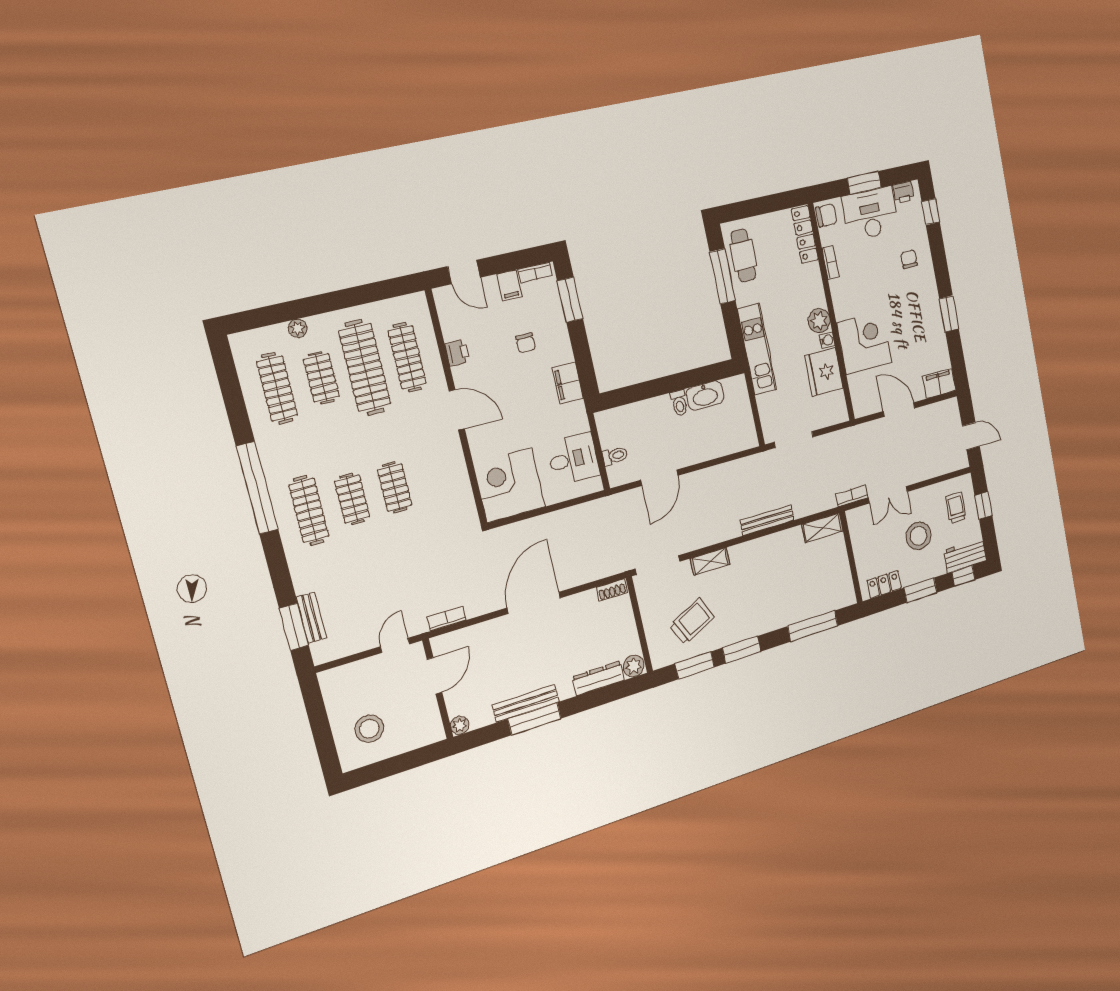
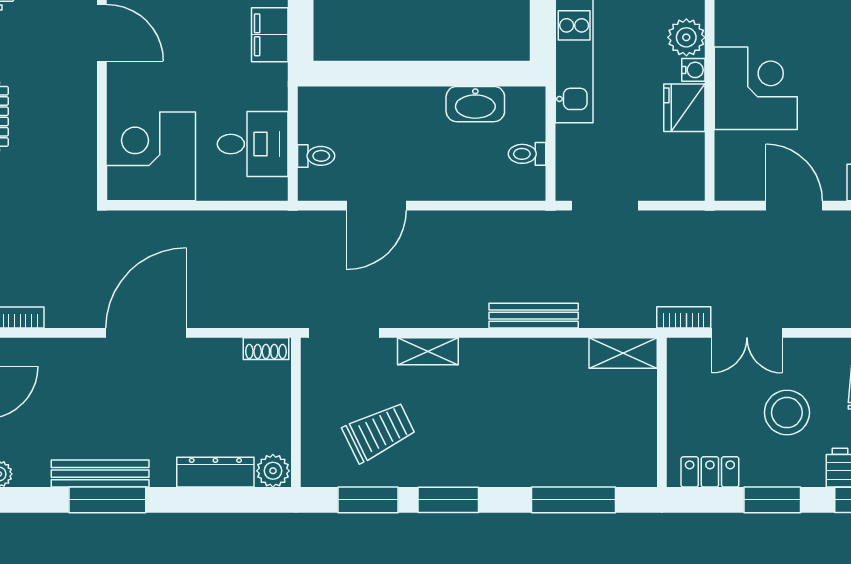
fridge: (824, 372) -> (684, 108), width x0.73, depth x0.75
toilet: (679, 403) -> (527, 154), moved, turned 90

